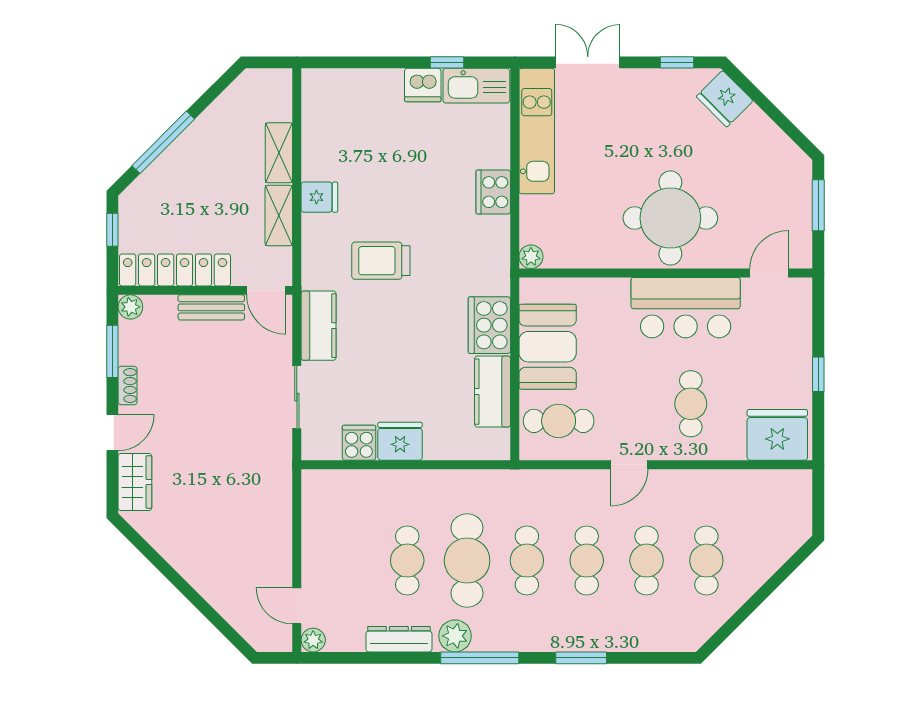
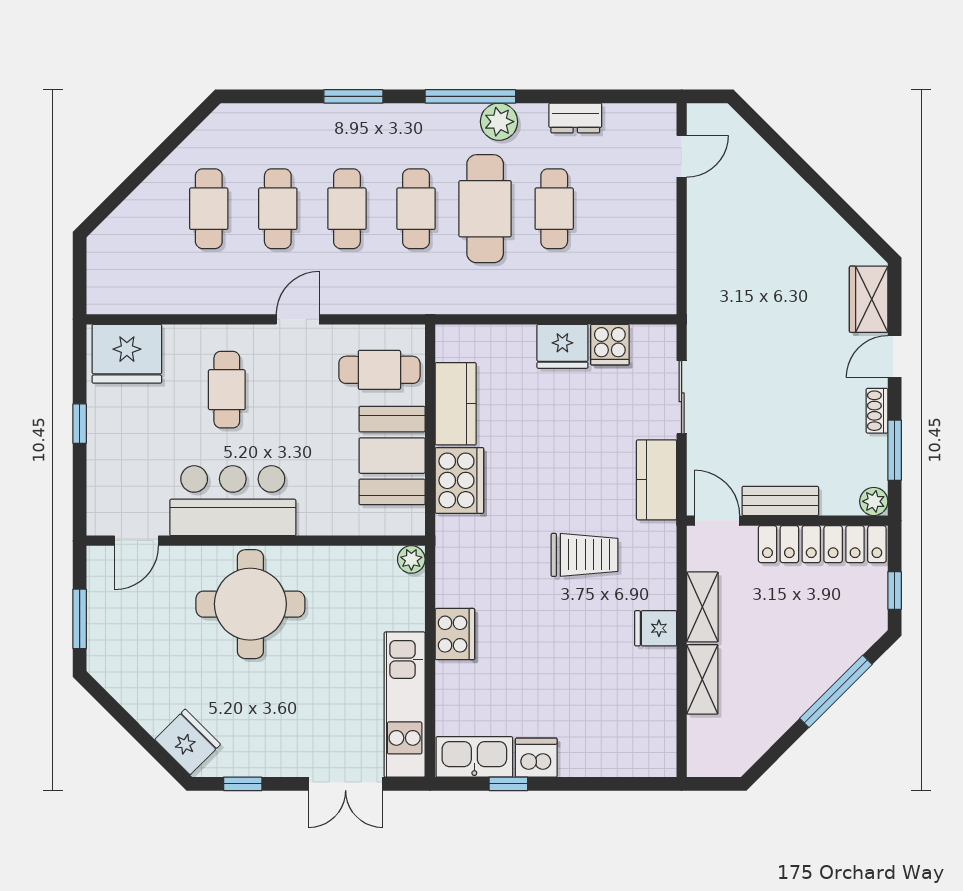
door: (297, 606) -> (682, 156), hinge flipped
dresser: (399, 639) -> (575, 118), width x0.70
plant: (313, 640) -> (663, 117), removed

